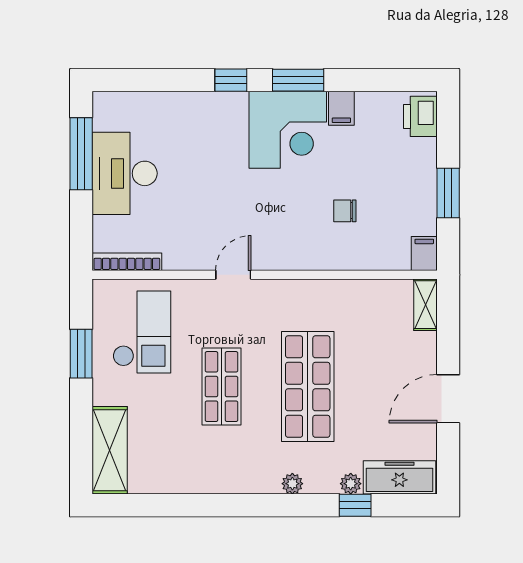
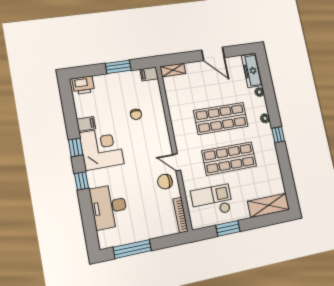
window: (298, 80) -> (76, 147), width x0.67
desk: (125, 173) -> (109, 207), moved, turned 90
chair: (199, 243) -> (165, 182), added
shop shelf: (222, 387) -> (229, 158), width x1.43, depth x1.36
window: (355, 505) -> (278, 135), moved

